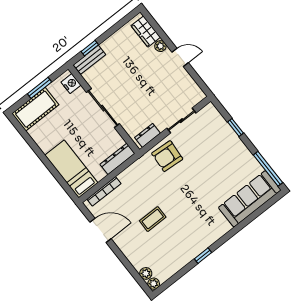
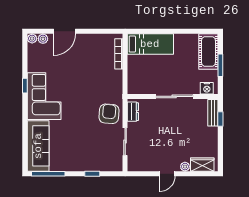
dresser: (117, 159) -> (133, 80), removed
coffee table: (153, 219) -> (75, 72), removed
door: (100, 230) -> (65, 31), moved
corner sofa: (199, 230) -> (44, 96), added

